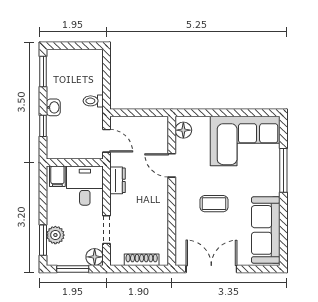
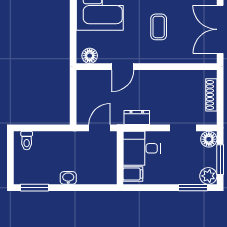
toilet: (93, 101) -> (27, 140), moved
window: (43, 126) -> (86, 188), removed
plant: (55, 235) -> (208, 176), moved

